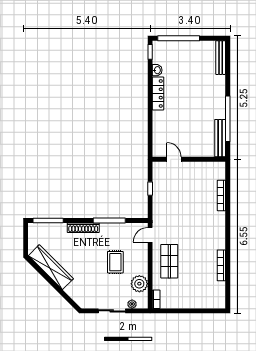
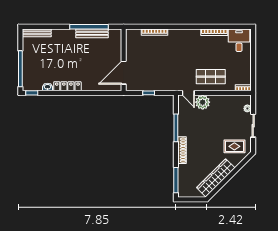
bench: (220, 138) -> (92, 33), moved
door: (174, 159) -> (124, 73), width x1.87
rug: (115, 262) -> (234, 146), moved
plant: (139, 284) -> (203, 102), moved
desk: (212, 294) -> (239, 40), added

